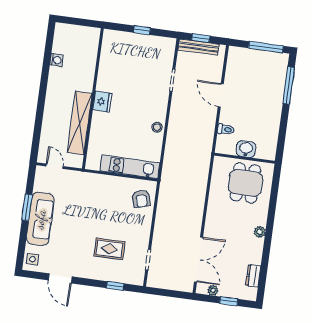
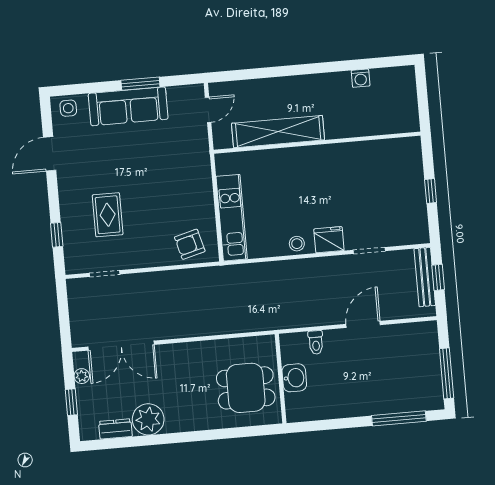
fridge: (102, 102) -> (329, 240), moved, turned 180
plant: (260, 232) -> (148, 419), moved, width x1.88, depth x1.88

